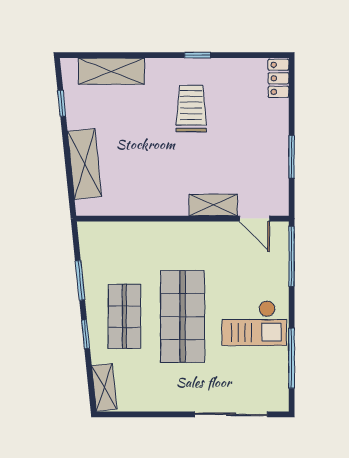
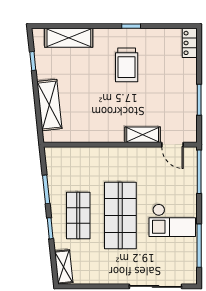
trolley: (191, 108) -> (127, 65), turned 180

